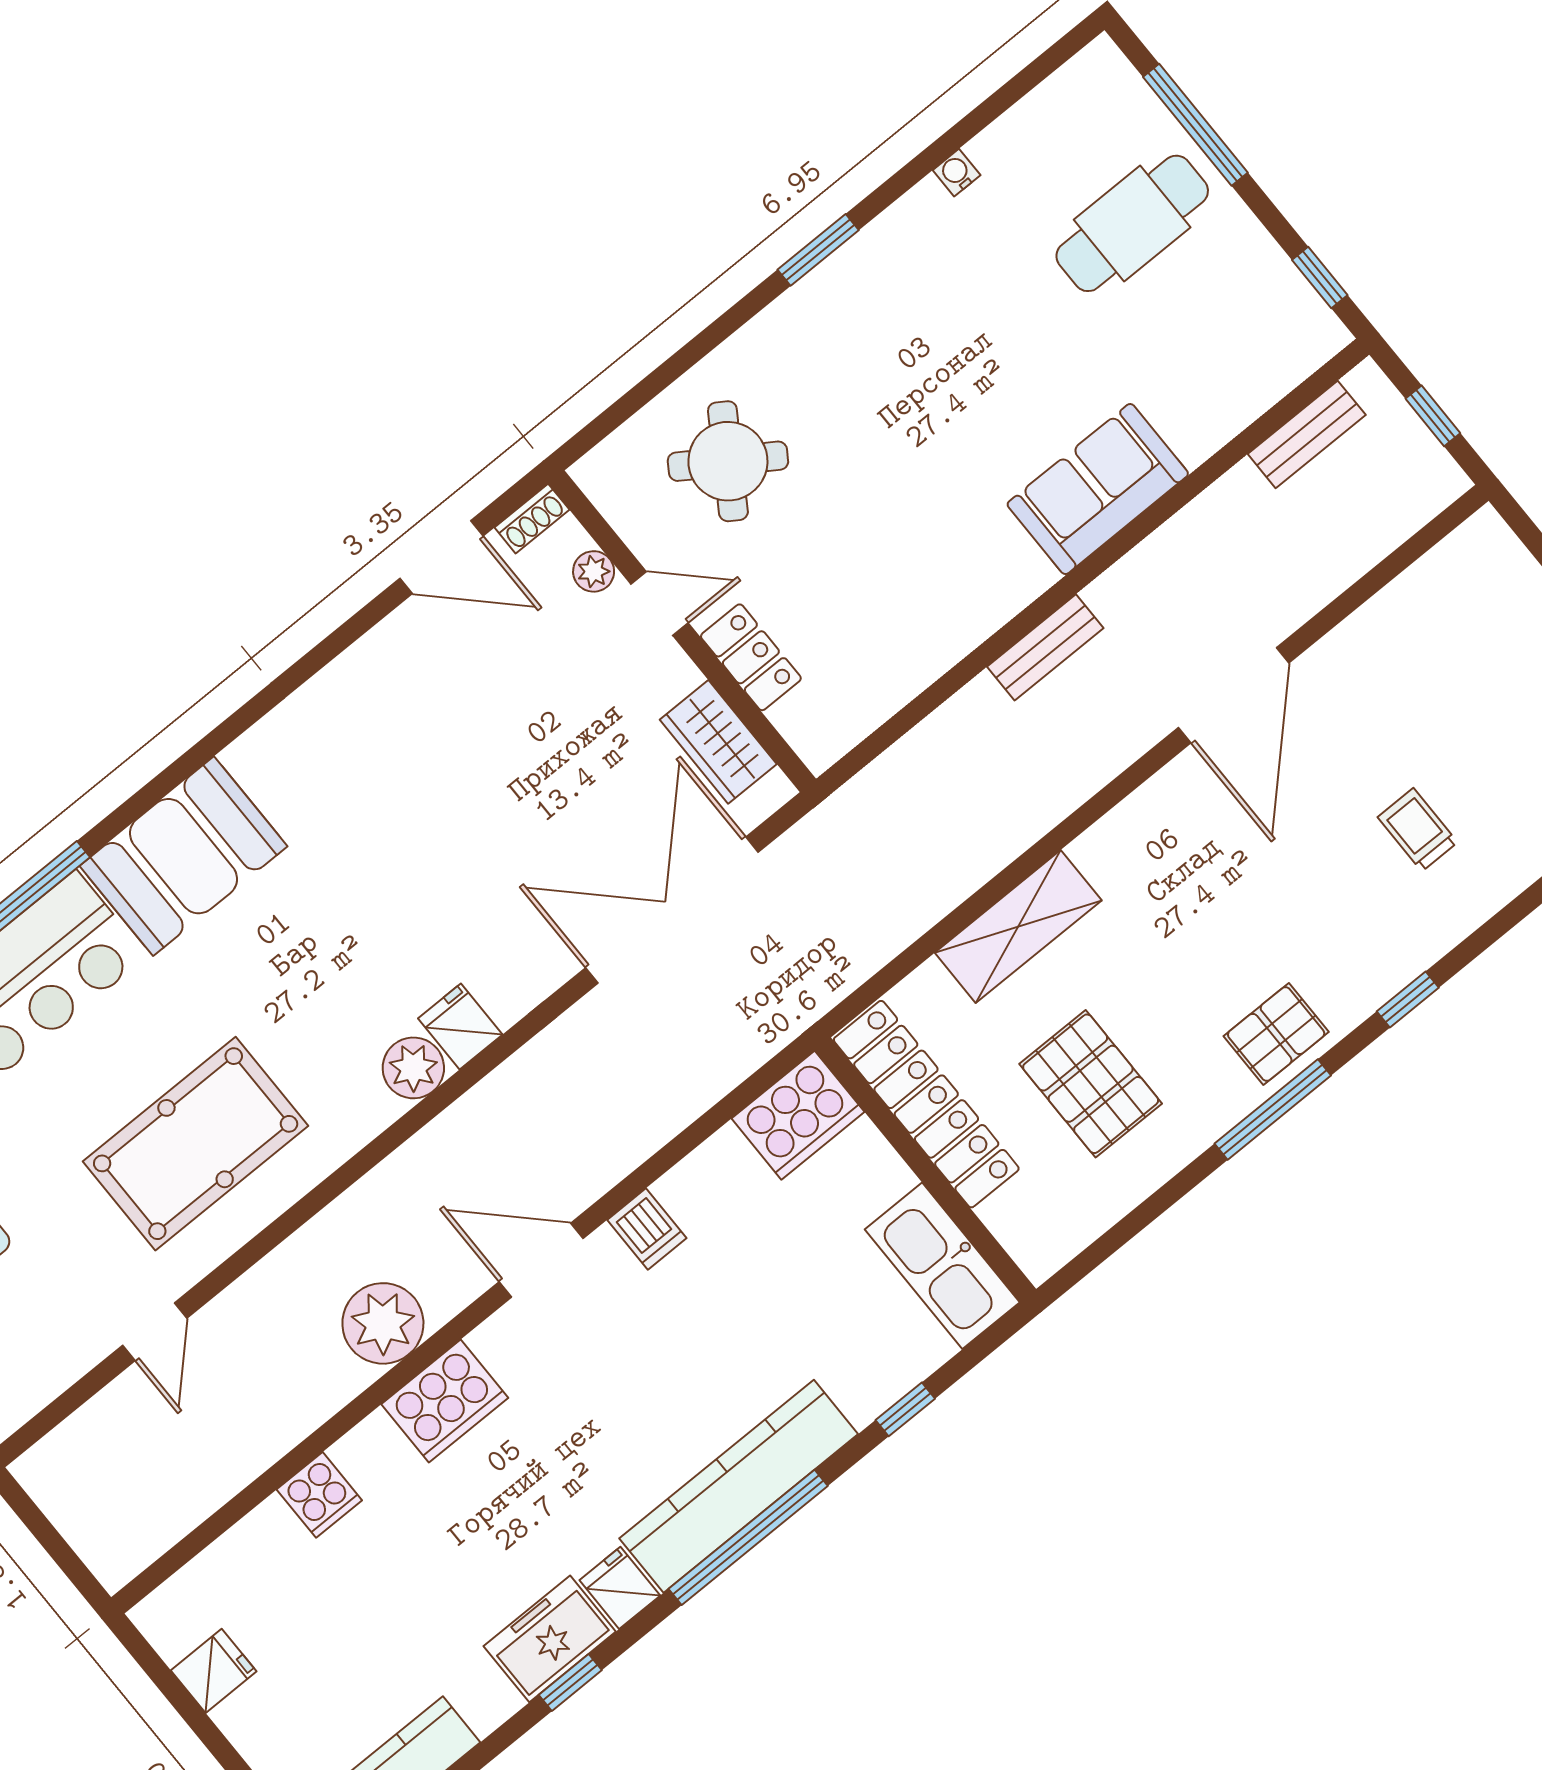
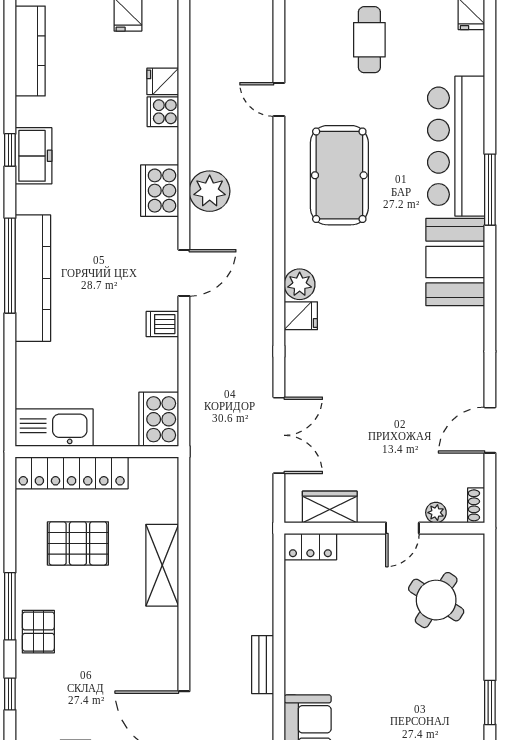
door: (441, 557) -> (490, 430), moved
locker: (751, 657) -> (310, 547), moved
double door: (672, 910) -> (279, 435), width x0.73
locker: (926, 1104) -> (72, 473), moved
window: (905, 1409) -> (10, 368), removed
fridge: (620, 1588) -> (163, 81), moved, turned 180

